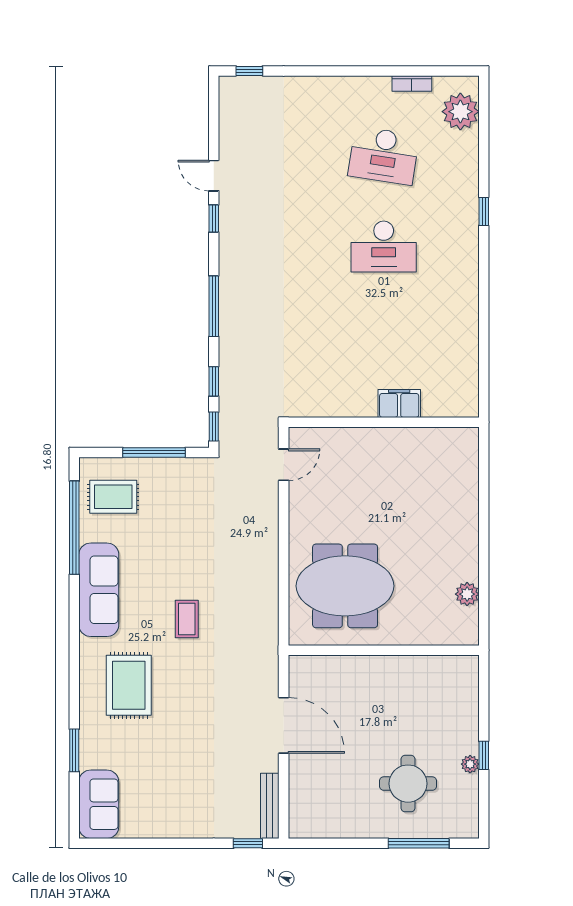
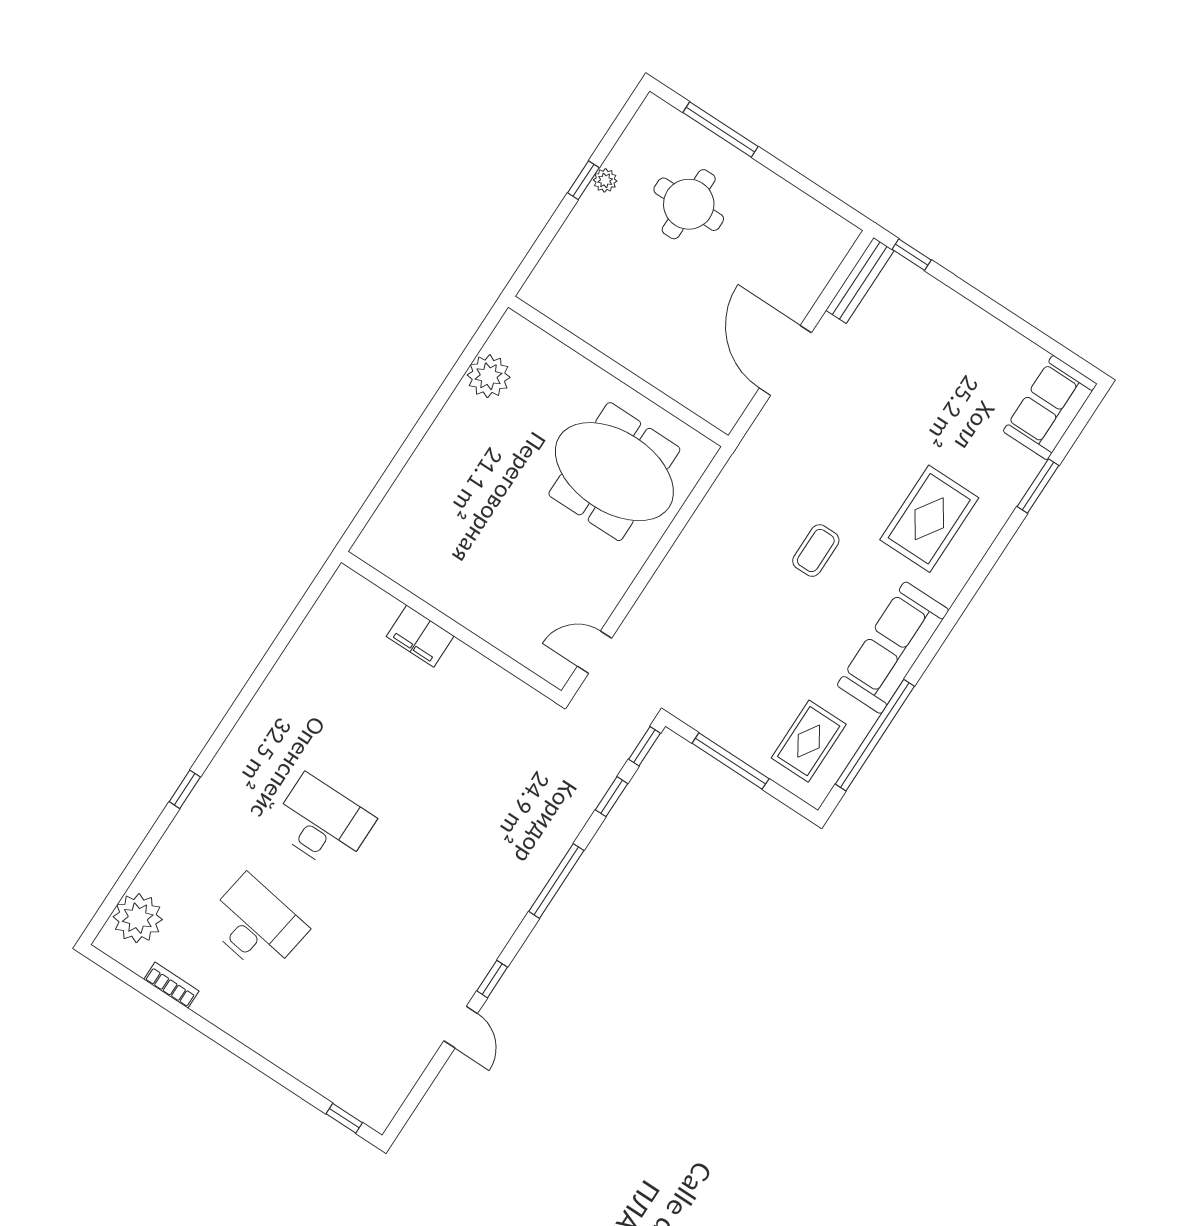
rug: (113, 497) -> (809, 741), turned 90
plant: (467, 594) -> (489, 376), width x1.36, depth x1.36

